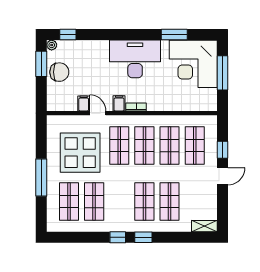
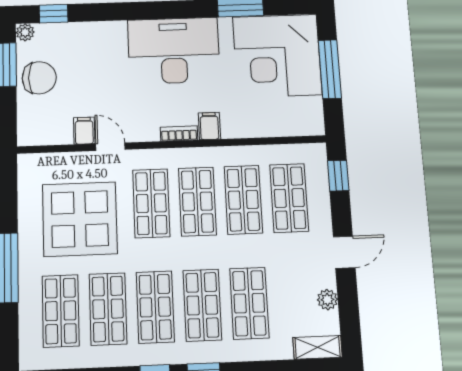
filing cabinet: (119, 103) -> (209, 126), moved
window: (223, 150) -> (338, 176), moved
plant: (212, 201) -> (327, 300), added
shop shelf: (119, 202) -> (155, 307), added

